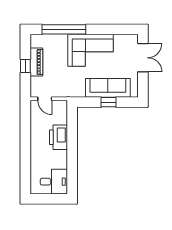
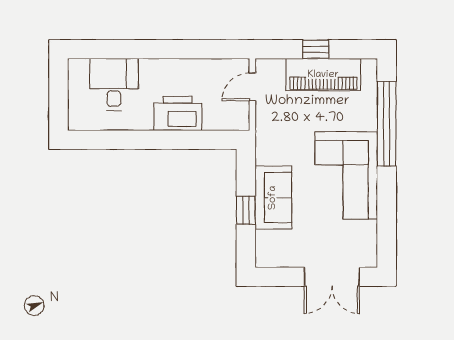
piano: (36, 62) -> (323, 75), width x1.37, depth x1.33
sofa: (108, 88) -> (273, 198), width x0.73
desk: (54, 182) -> (114, 84), moved, turned 180

